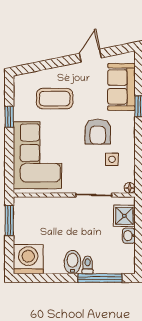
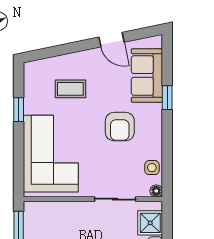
door: (90, 56) -> (111, 40), swing flipped
coffee table: (55, 99) -> (70, 89), width x0.73, depth x0.77
side table: (112, 159) -> (152, 168), moved

